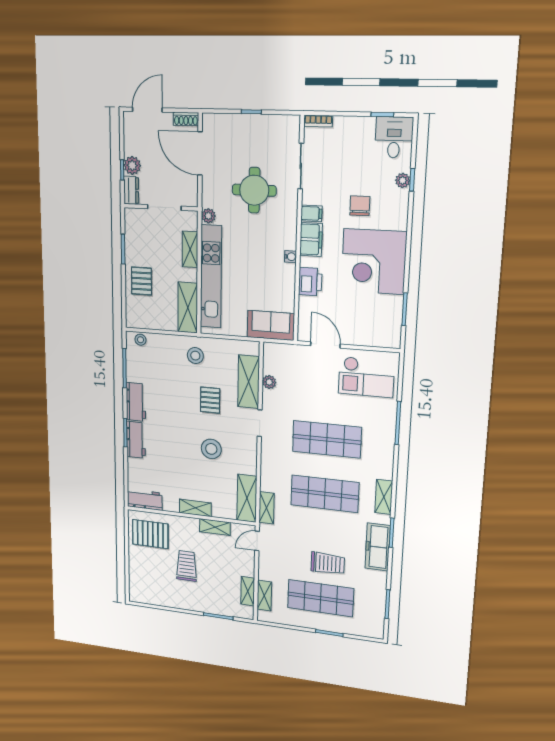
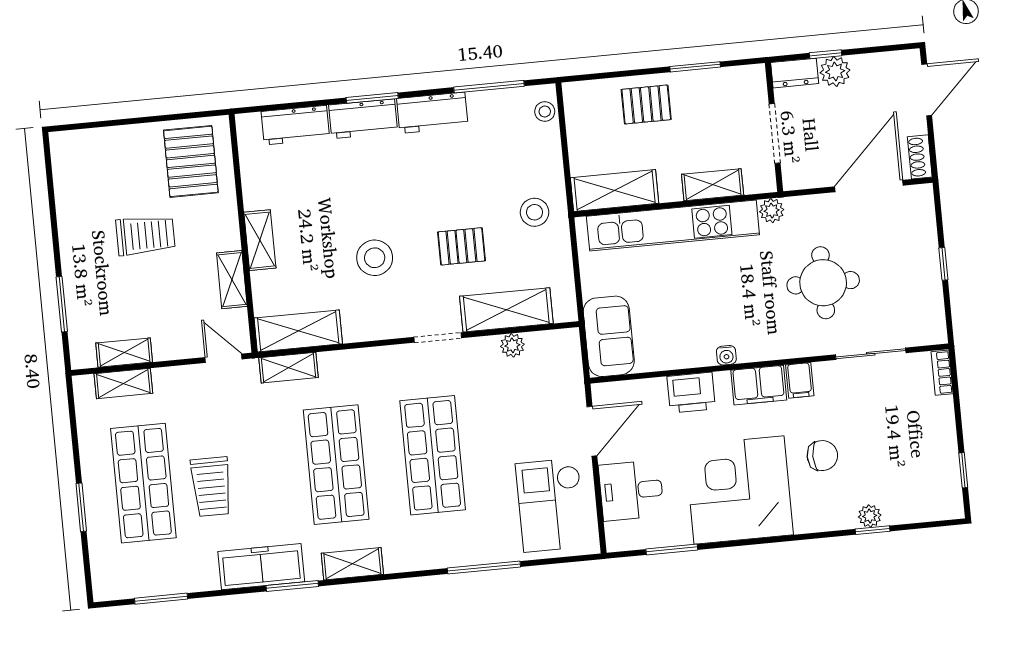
door: (147, 110) -> (927, 90), hinge flipped
desk: (394, 137) -> (631, 490), moved, turned 180
workbench: (145, 500) -> (295, 125), moved, turned 90

